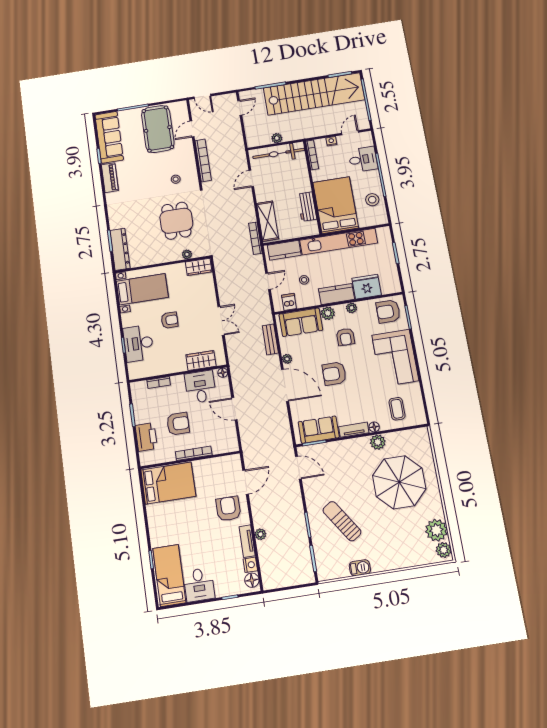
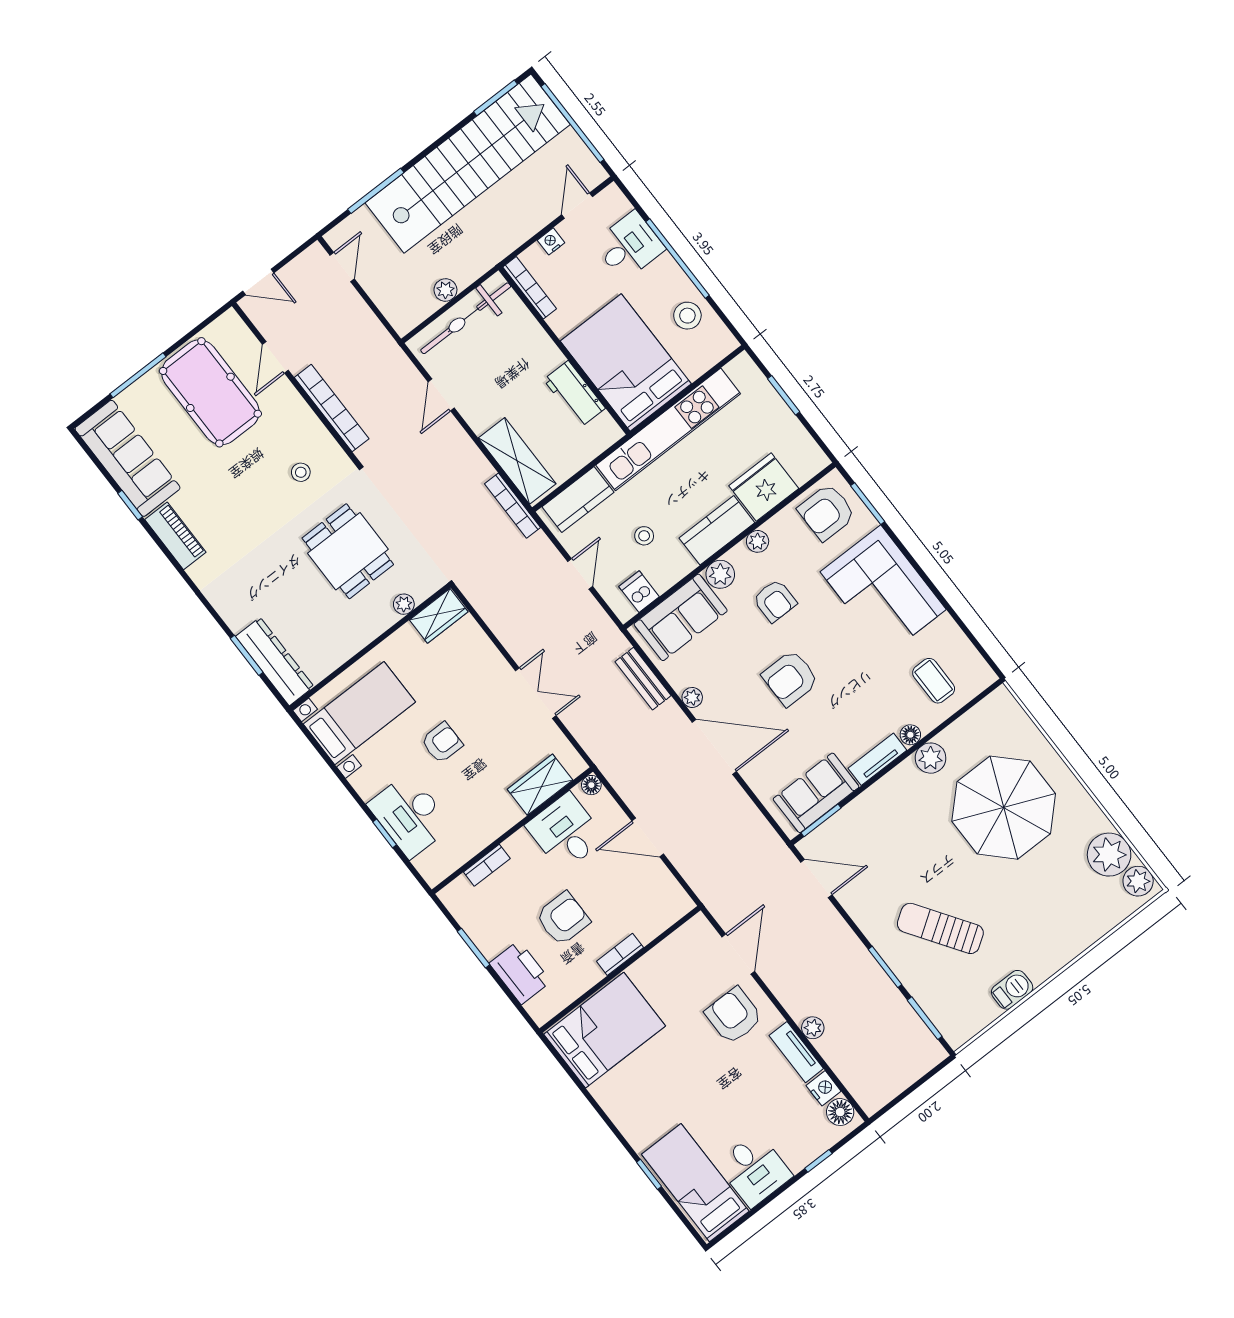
bookcase: (194, 453) -> (620, 954), width x0.64

